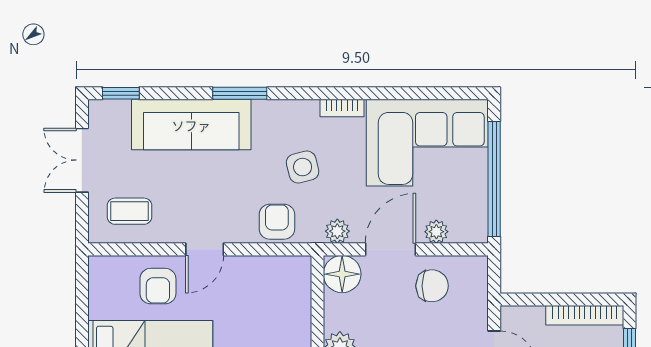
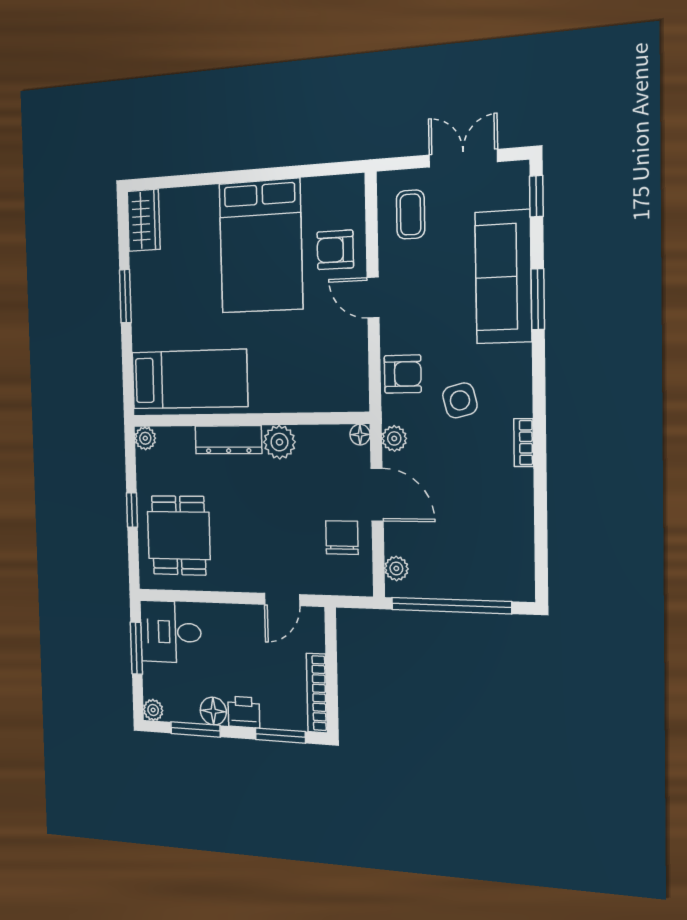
window: (240, 93) -> (538, 299), moved
corner sofa: (427, 143) -> (488, 535), removed
plant: (436, 232) -> (396, 568), moved
floor lamp: (342, 274) -> (360, 435), width x0.53, depth x0.53
chair: (432, 286) -> (342, 538), turned 180

